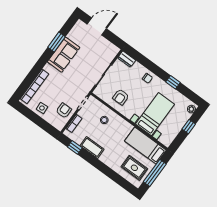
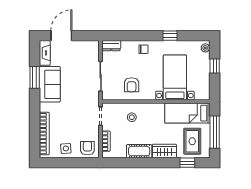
fireplace: (76, 30) -> (45, 53), added
armchair: (64, 110) -> (87, 148), moved
window: (75, 147) -> (187, 163), moved
wardrobe: (110, 160) -> (164, 151), added
rug: (134, 168) -> (192, 141), turned 90

